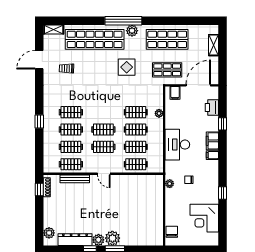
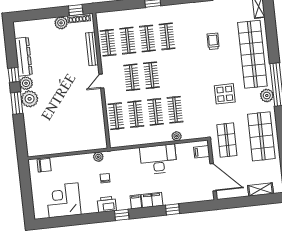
trolley: (66, 68) -> (213, 41), moved
printer: (212, 108) -> (107, 204), moved
desk: (177, 145) -> (158, 159), moved
window: (222, 193) -> (122, 215), moved
plant: (49, 233) -> (61, 23), moved

